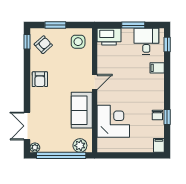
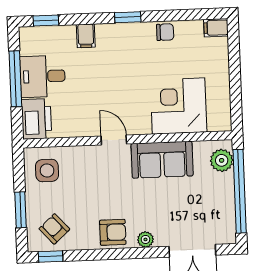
window: (133, 25) -> (15, 79), width x1.44
desk: (146, 41) -> (43, 76), moved
window: (167, 117) -> (128, 17), moved
plant: (35, 148) -> (145, 239), moved

